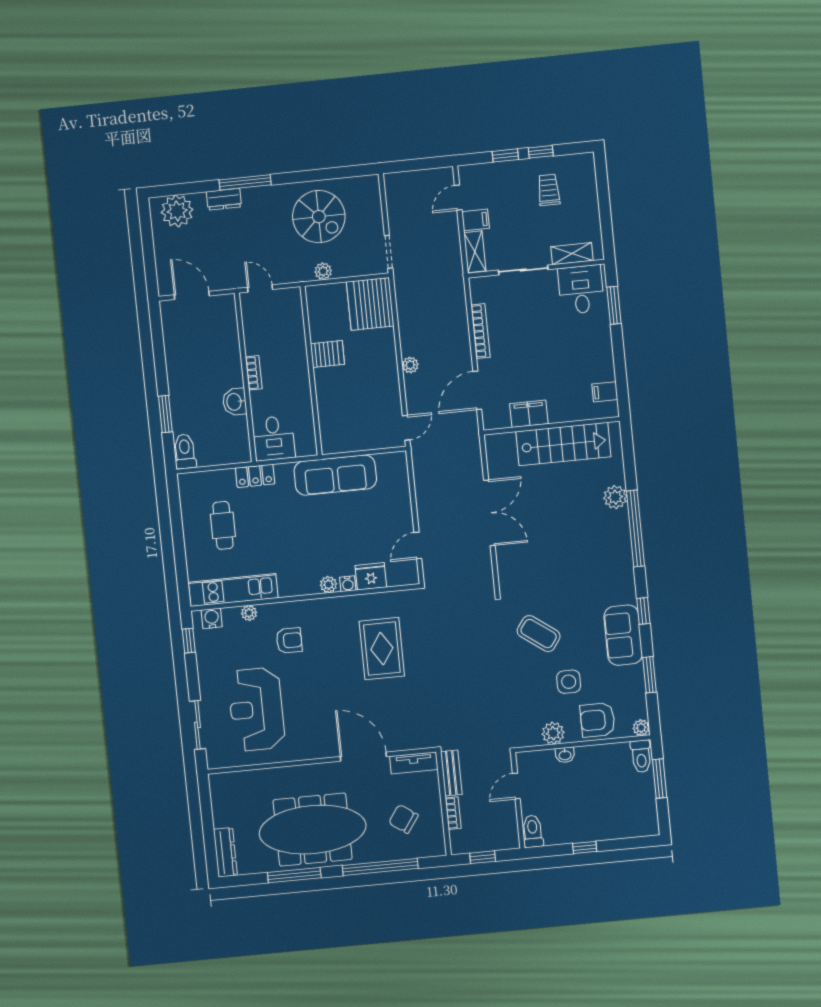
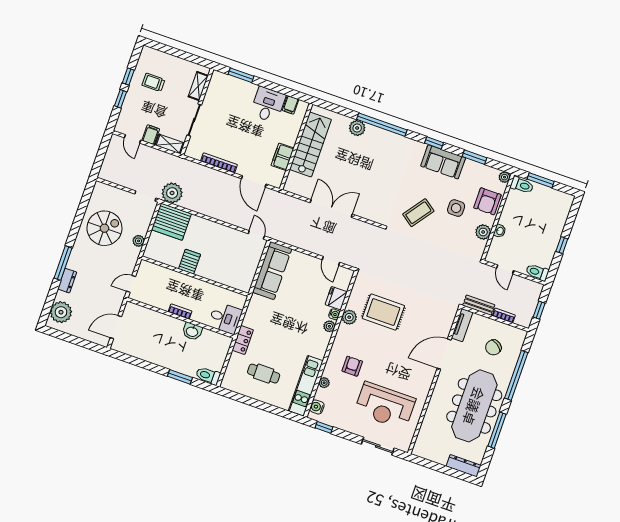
desk: (581, 290) -> (268, 105), moved, turned 90
plant: (410, 365) -> (172, 193), moved, width x1.88, depth x1.88
sofa: (335, 475) -> (272, 271), moved
plant: (353, 606) -> (349, 317), added

